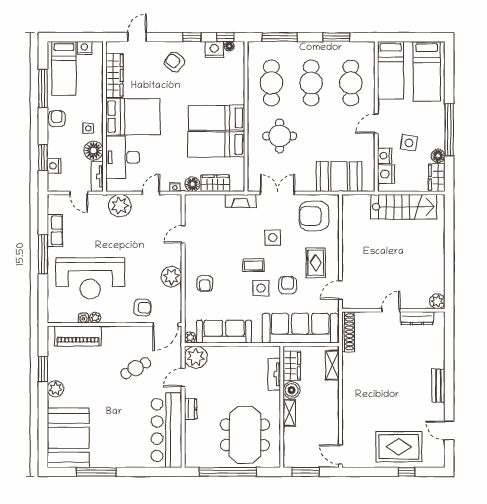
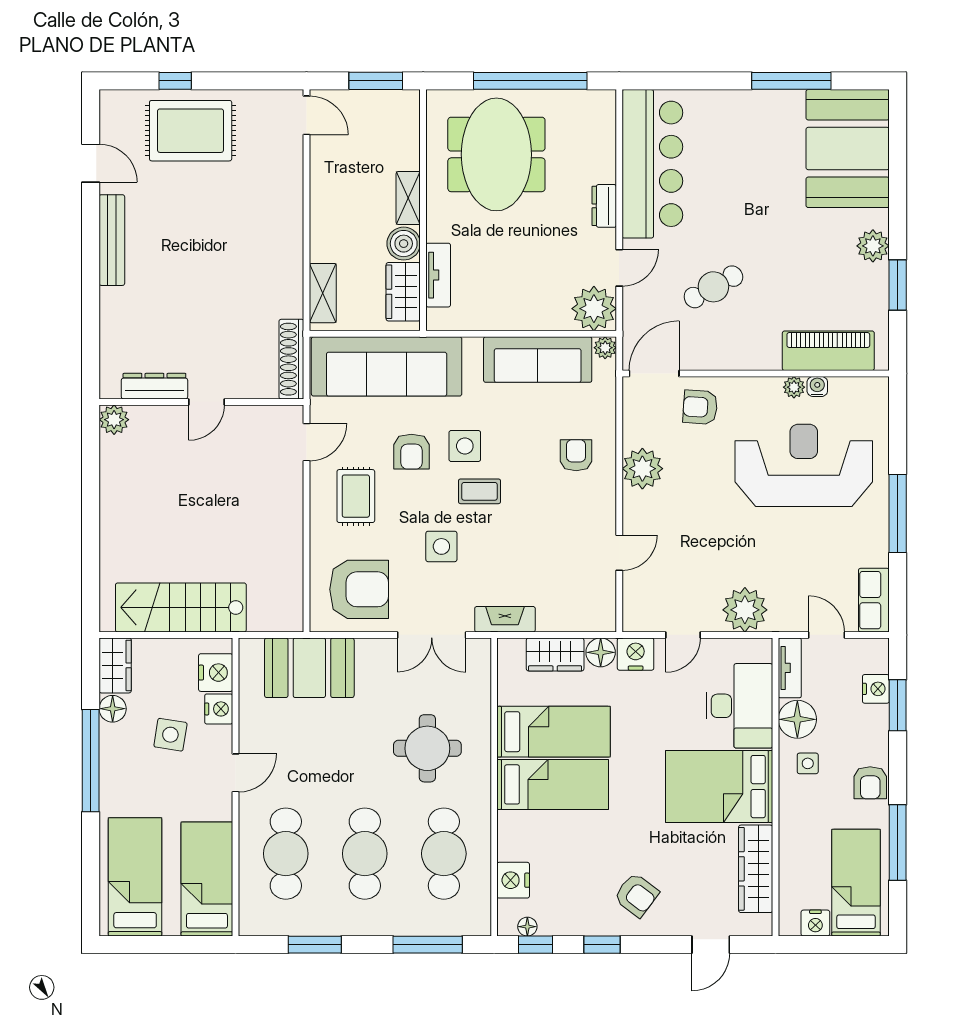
nightstand: (214, 50) -> (513, 880), moved, turned 90
nightstand: (175, 187) -> (636, 654), width x1.89, depth x1.79
row of seats: (55, 230) -> (874, 600), moved
bench: (438, 386) -> (112, 240), width x1.36

